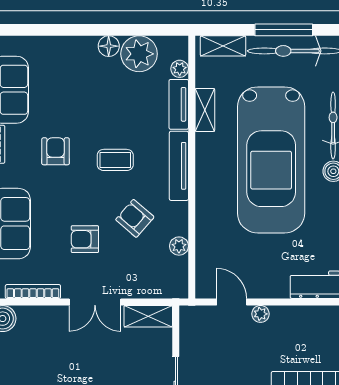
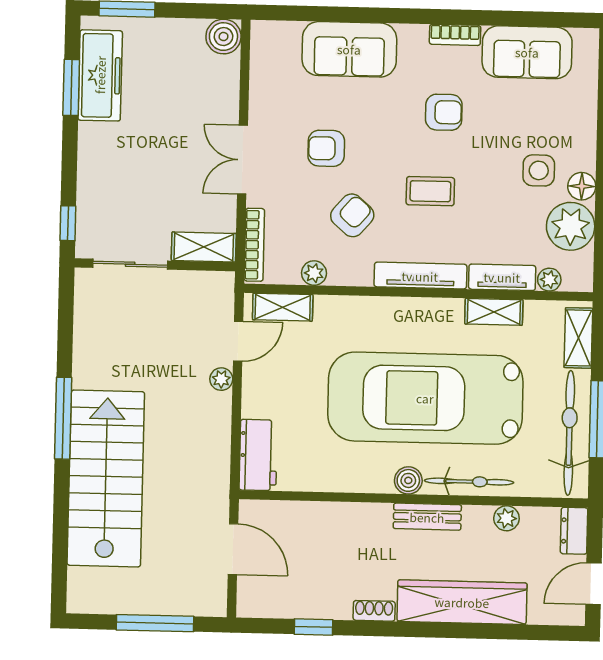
side table: (98, 79) -> (539, 170), added
coffee table: (115, 160) -> (430, 191), turned 90
armchair: (85, 239) -> (326, 148), turned -90
shelving: (205, 269) -> (283, 307), added
bookcase: (33, 291) -> (254, 245), moved
shelving: (148, 316) -> (204, 247), moved, turned 90

